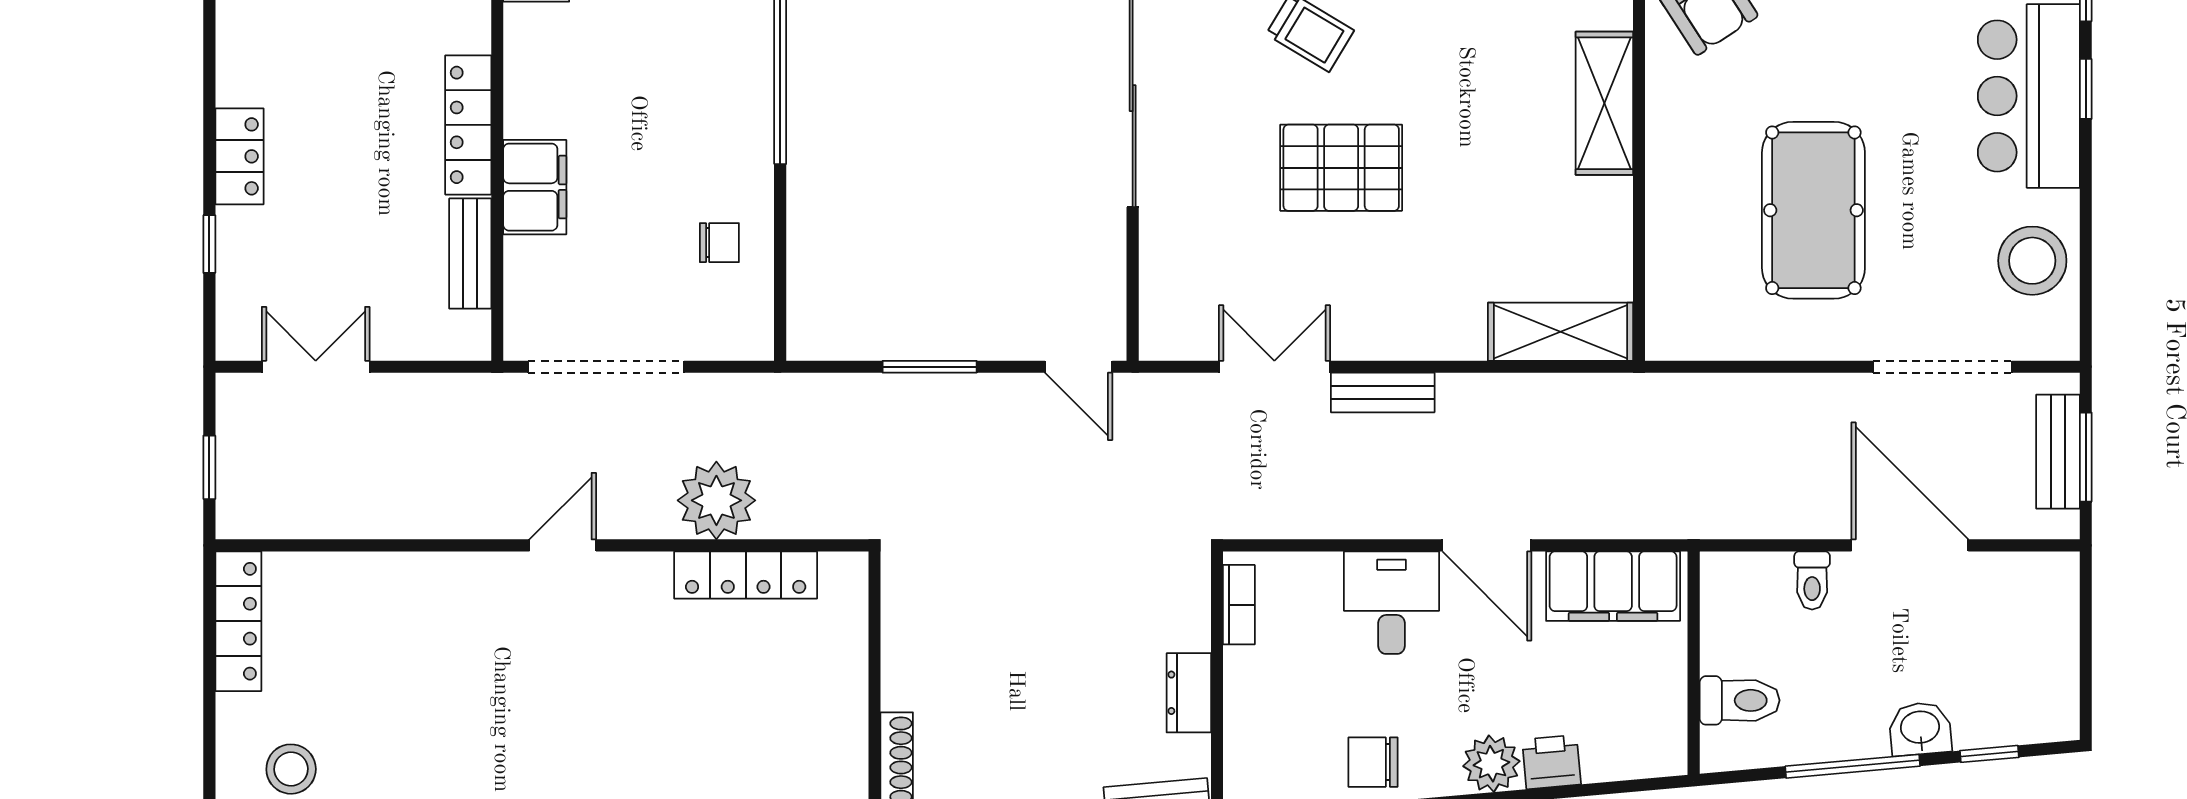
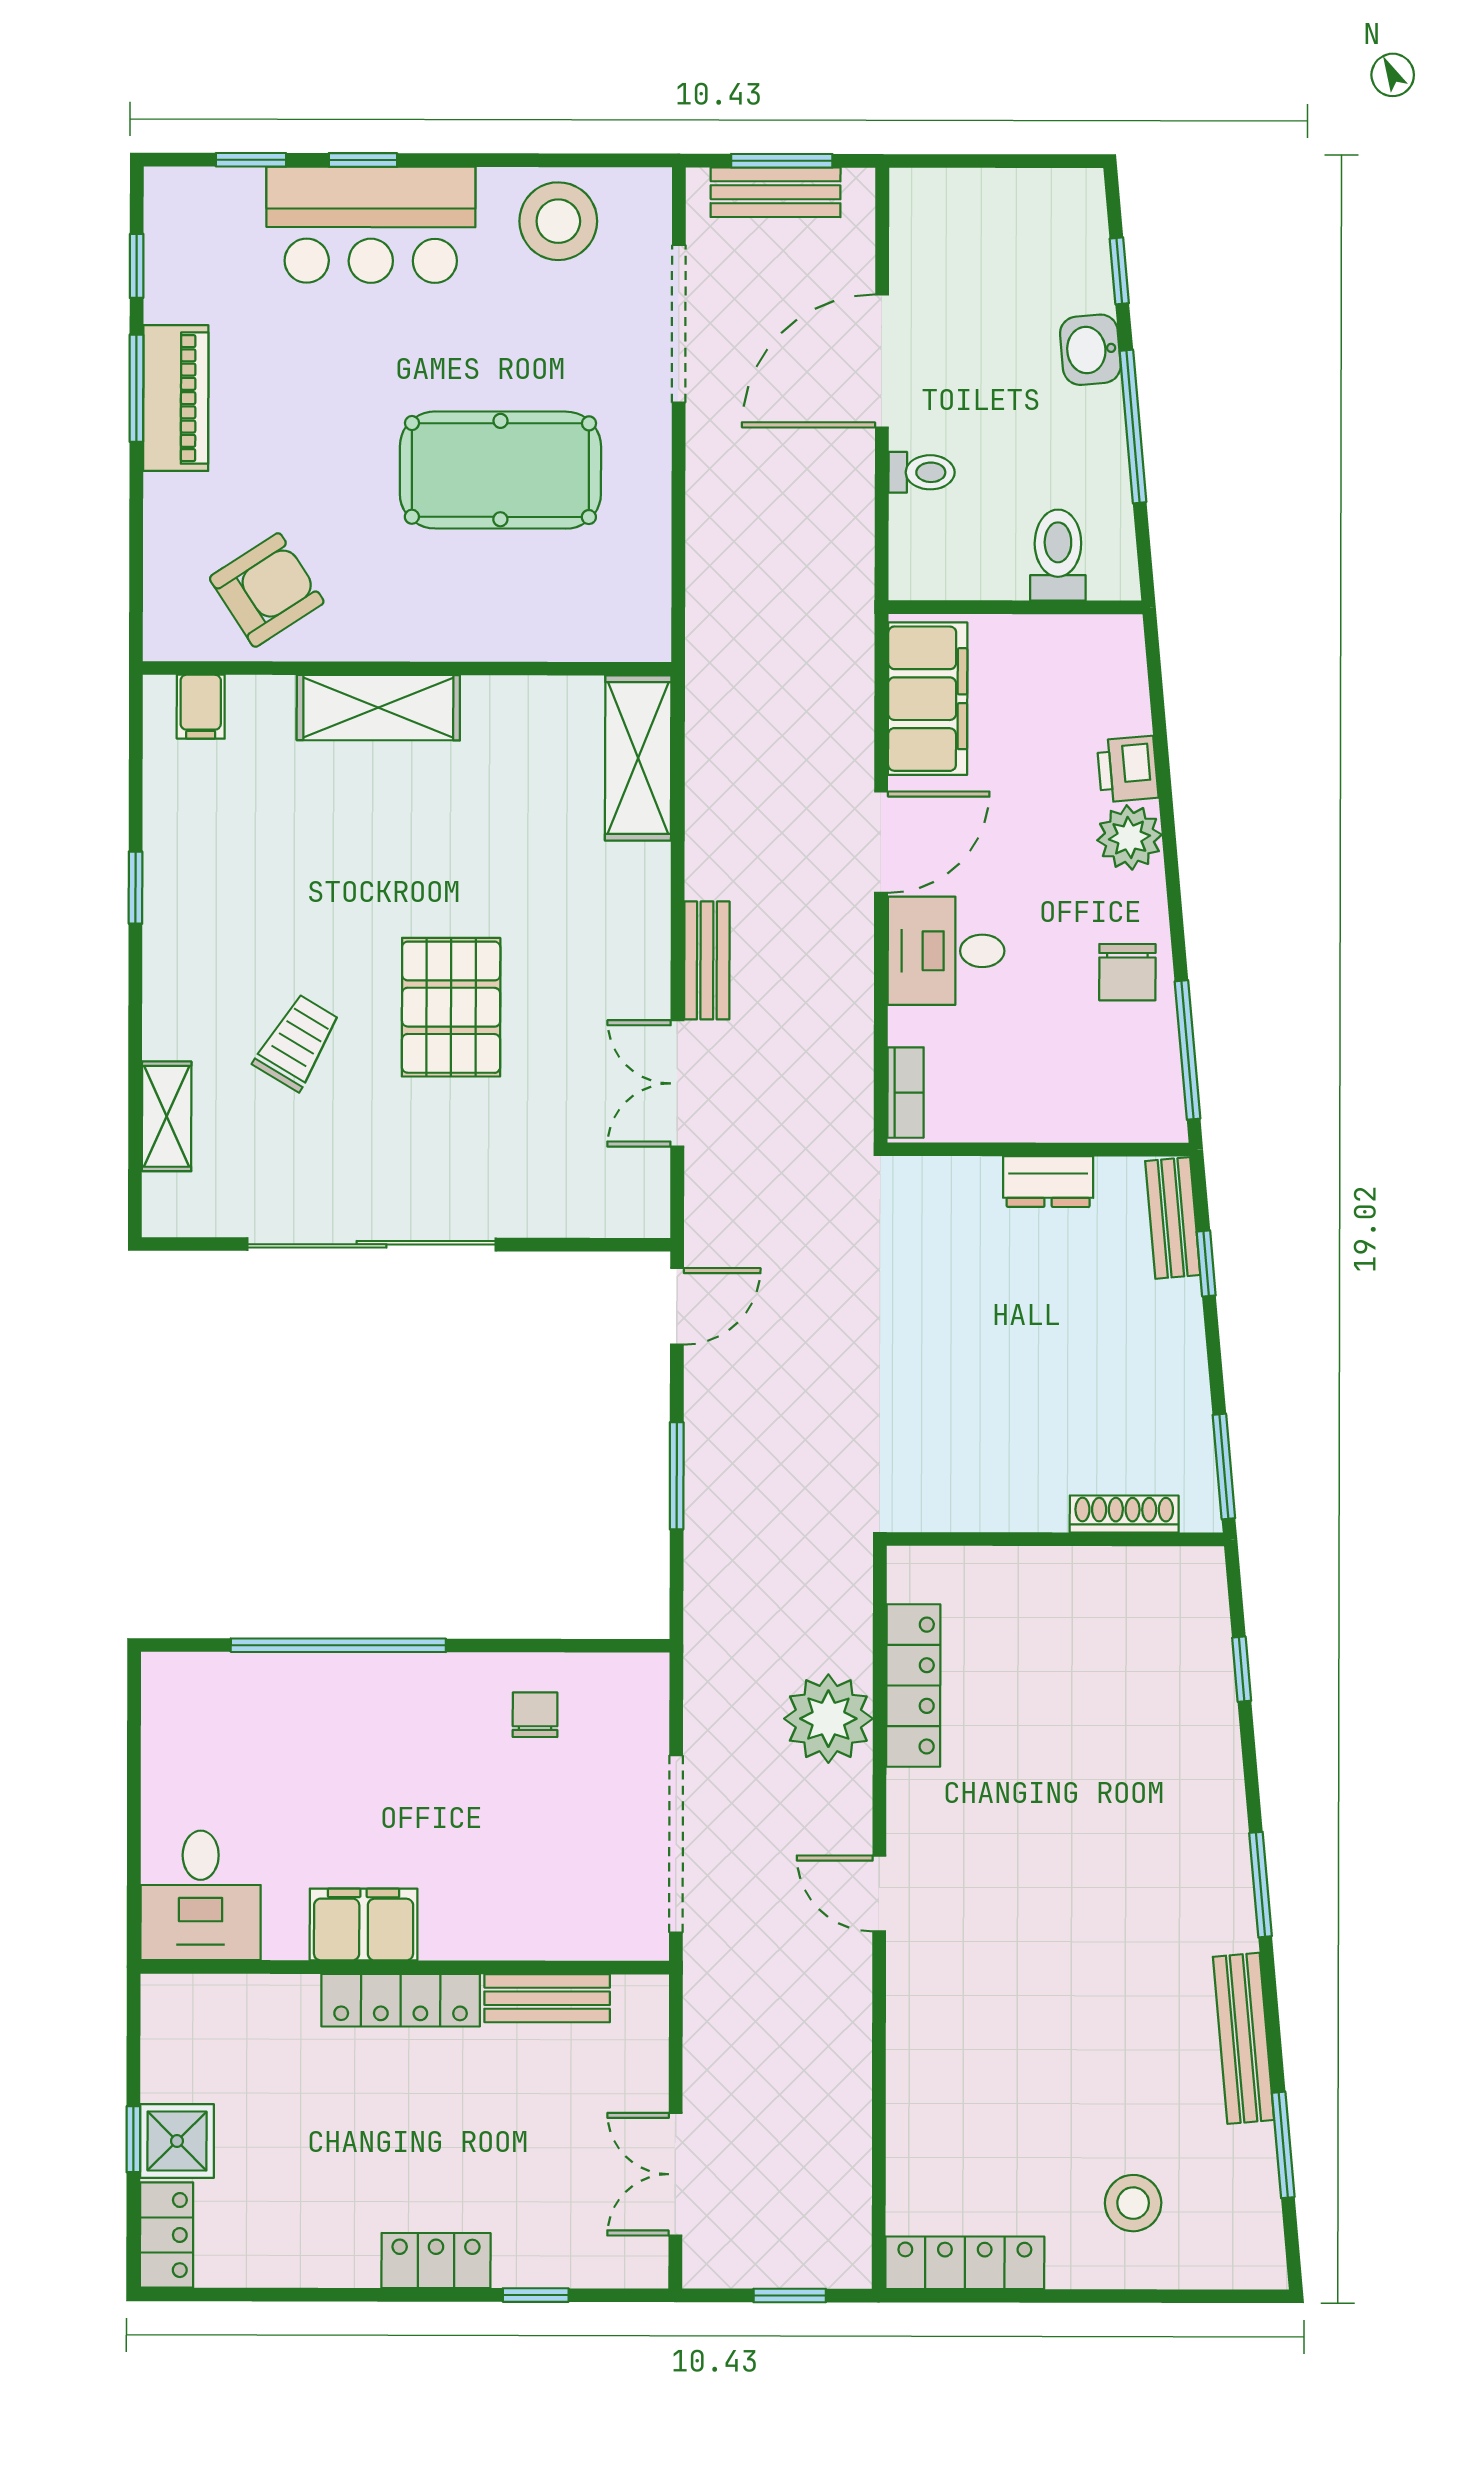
filing cabinet: (535, 187) -> (364, 1925), moved
bookcase: (1239, 605) -> (906, 1093), moved, turned 90

